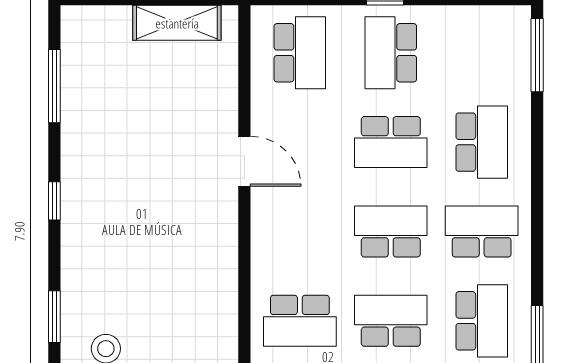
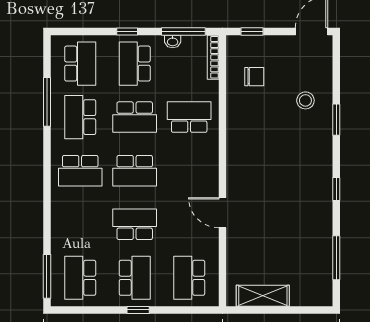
school desk: (482, 142) -> (80, 278), moved

